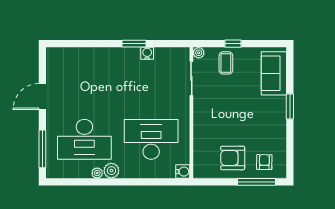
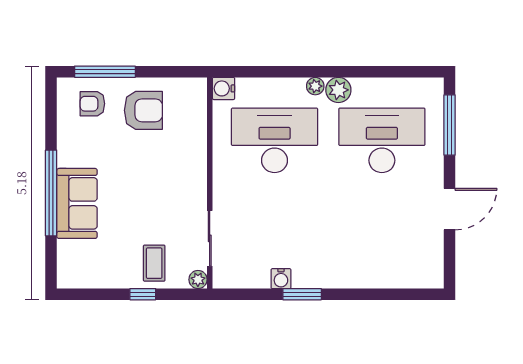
sofa: (274, 73) -> (77, 203), moved
window: (290, 107) -> (51, 193), width x2.11
desk: (151, 139) -> (275, 140), turned 180
armchair: (264, 162) -> (92, 104), turned 89
plant: (97, 173) -> (315, 86), moved

